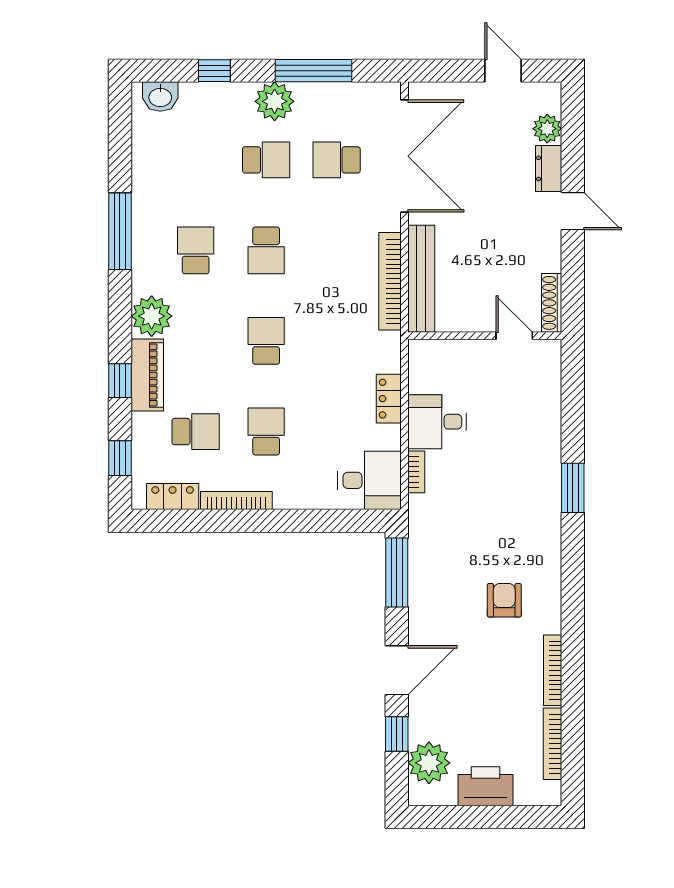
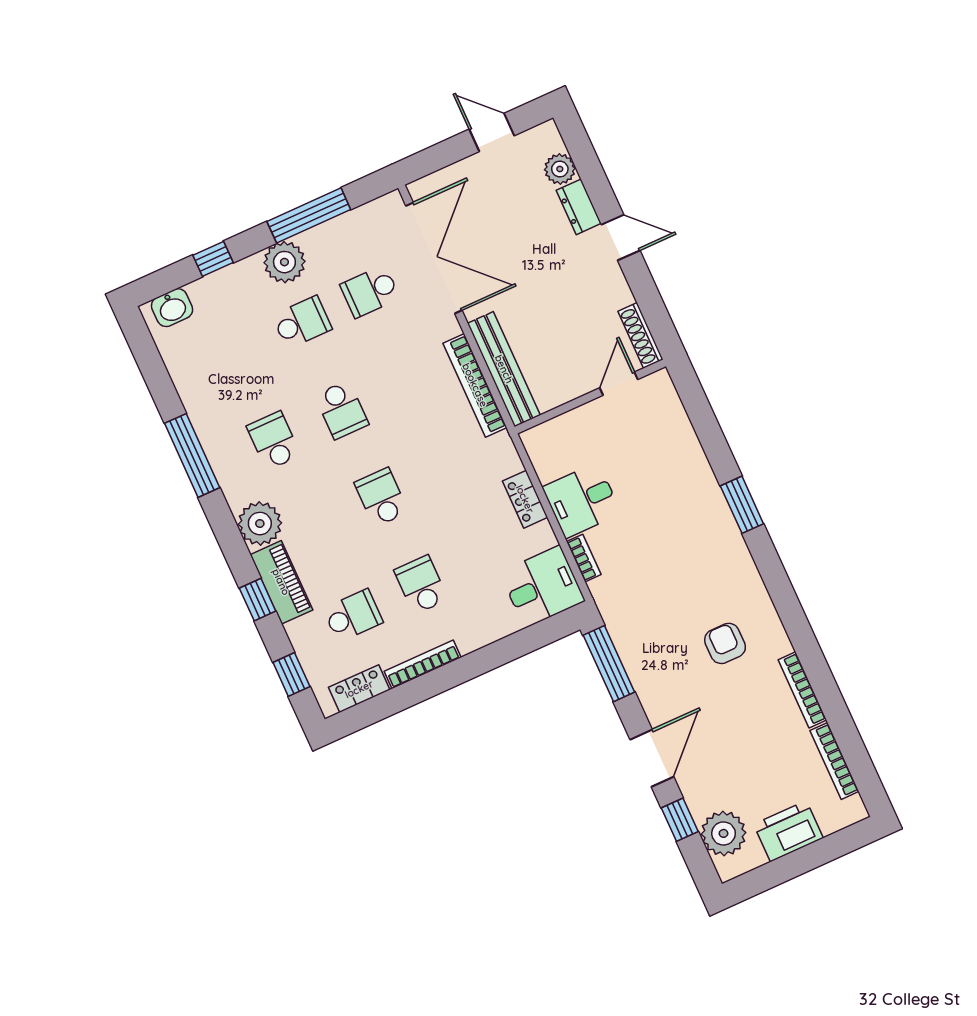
door: (514, 336) -> (619, 384), hinge flipped

